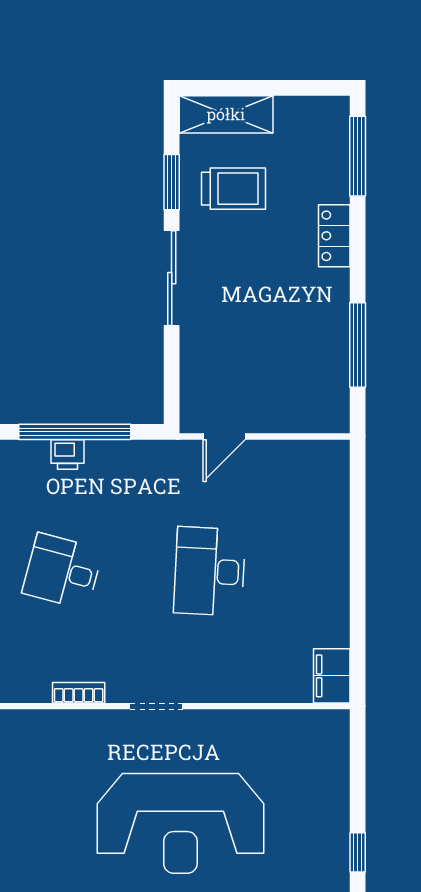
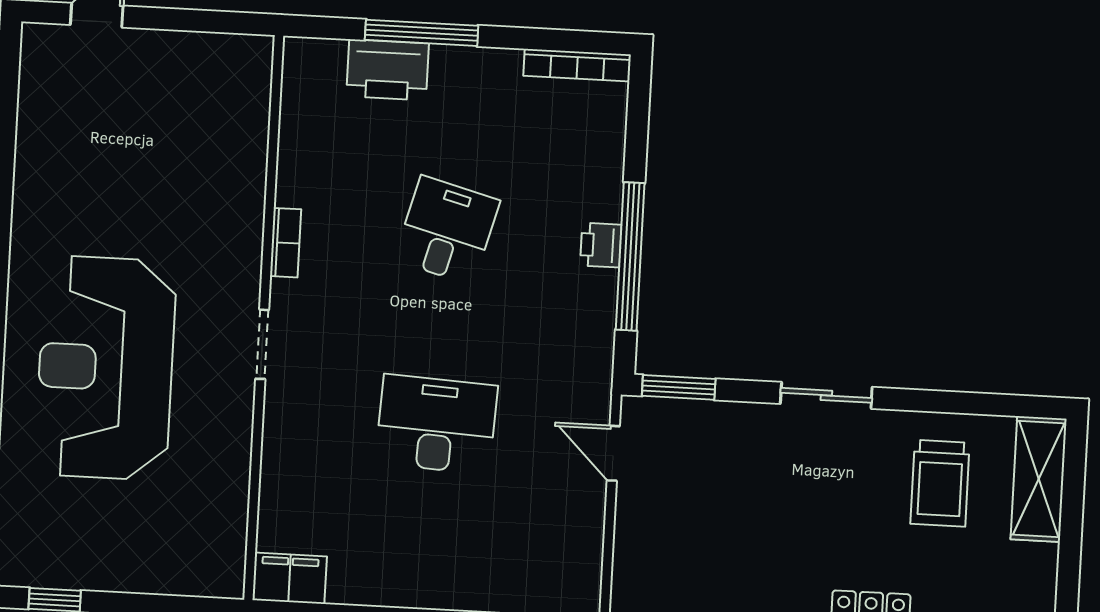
window: (172, 182) -> (679, 387), moved
sliding door: (172, 278) -> (826, 395), width x0.73

